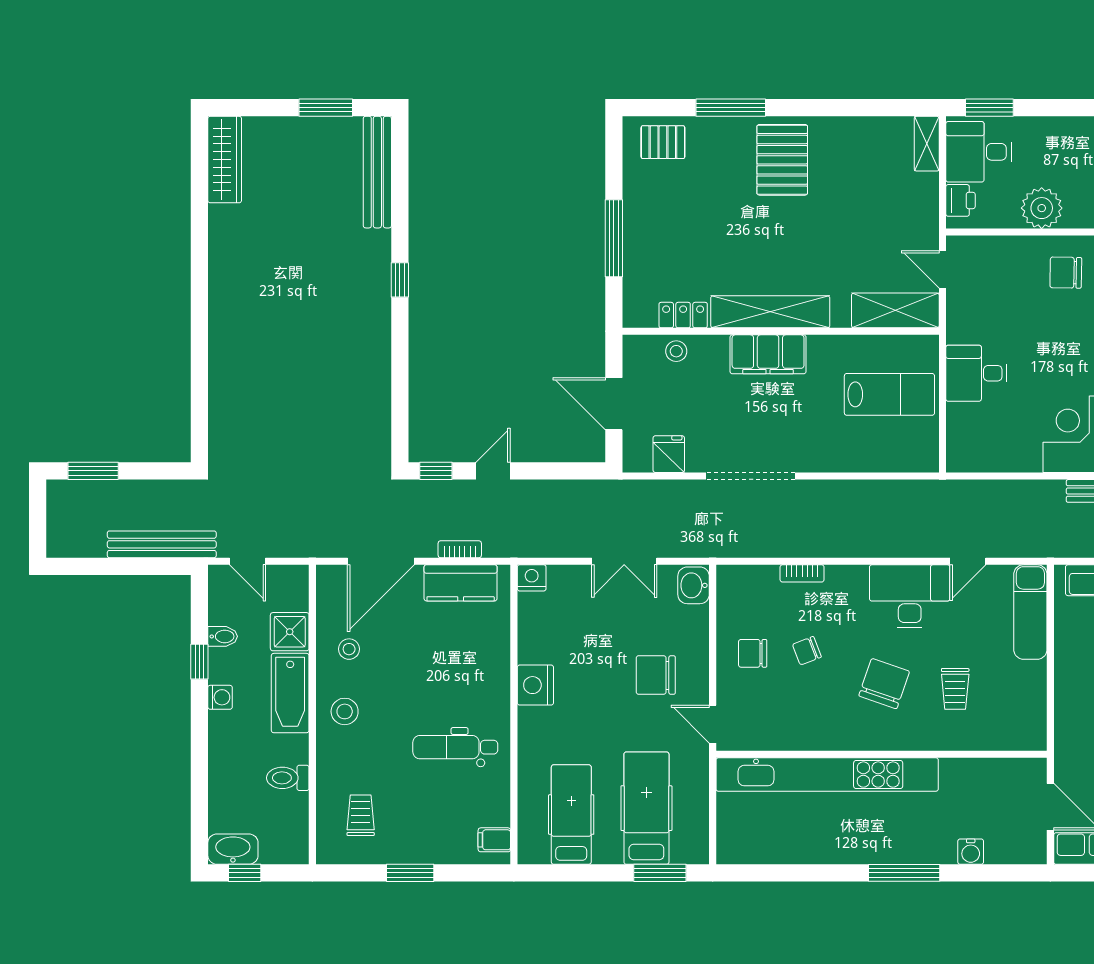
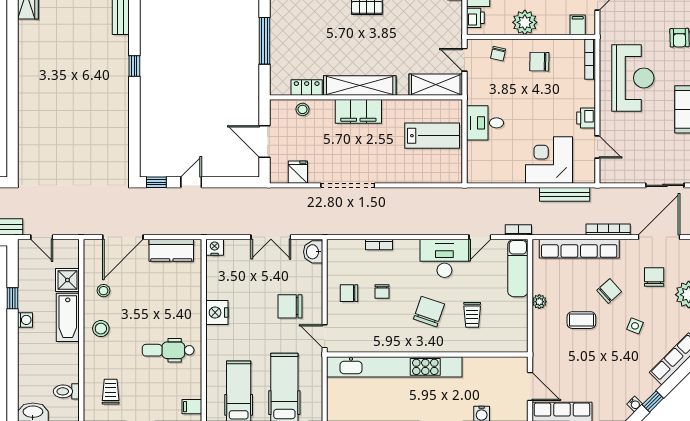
chair: (998, 259) -> (498, 54), added
bookcase: (460, 549) -> (518, 230), moved
bidet: (223, 636) -> (27, 283), removed
chair: (807, 651) -> (382, 292), turned -69
plant: (1066, 667) -> (539, 302), added
toilet: (288, 778) -> (66, 391), moved

